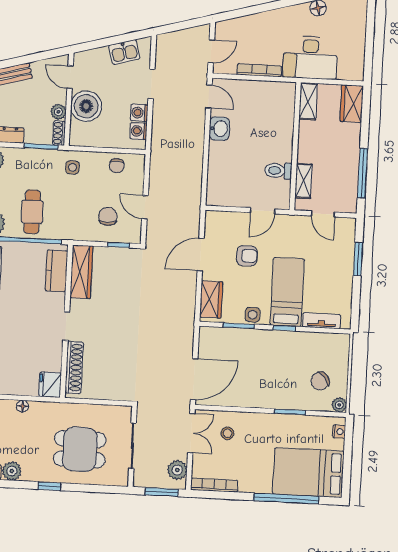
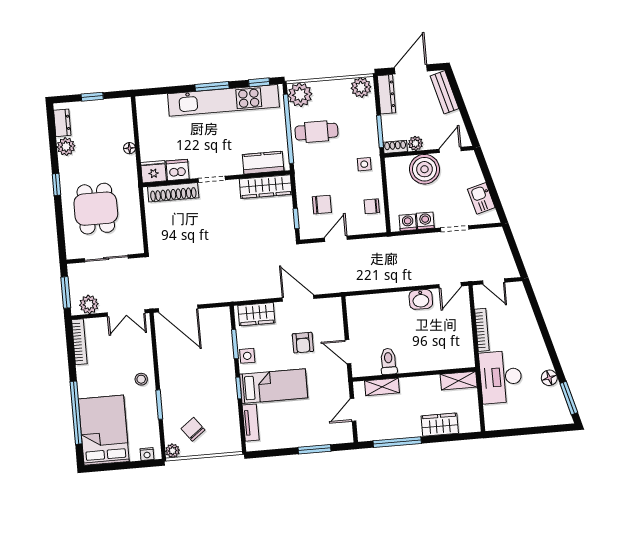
wardrobe: (352, 104) -> (440, 425), moved
dishwasher: (52, 360) -> (178, 170), added
stool: (228, 433) -> (141, 379), moved

